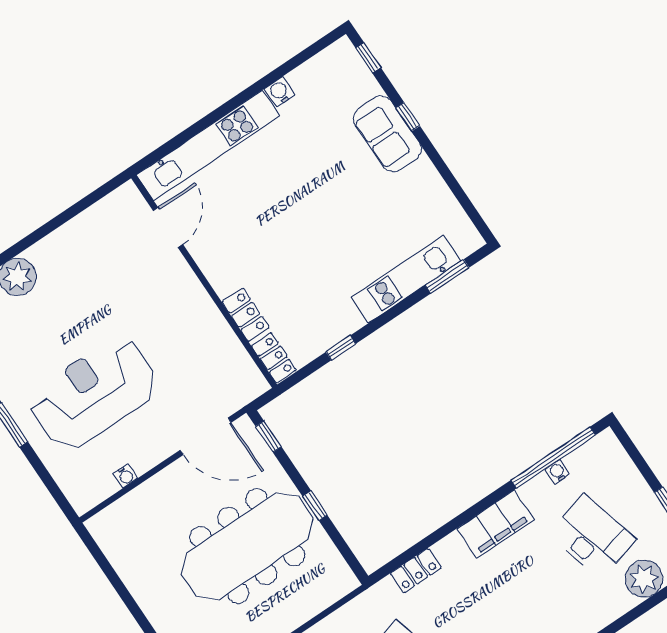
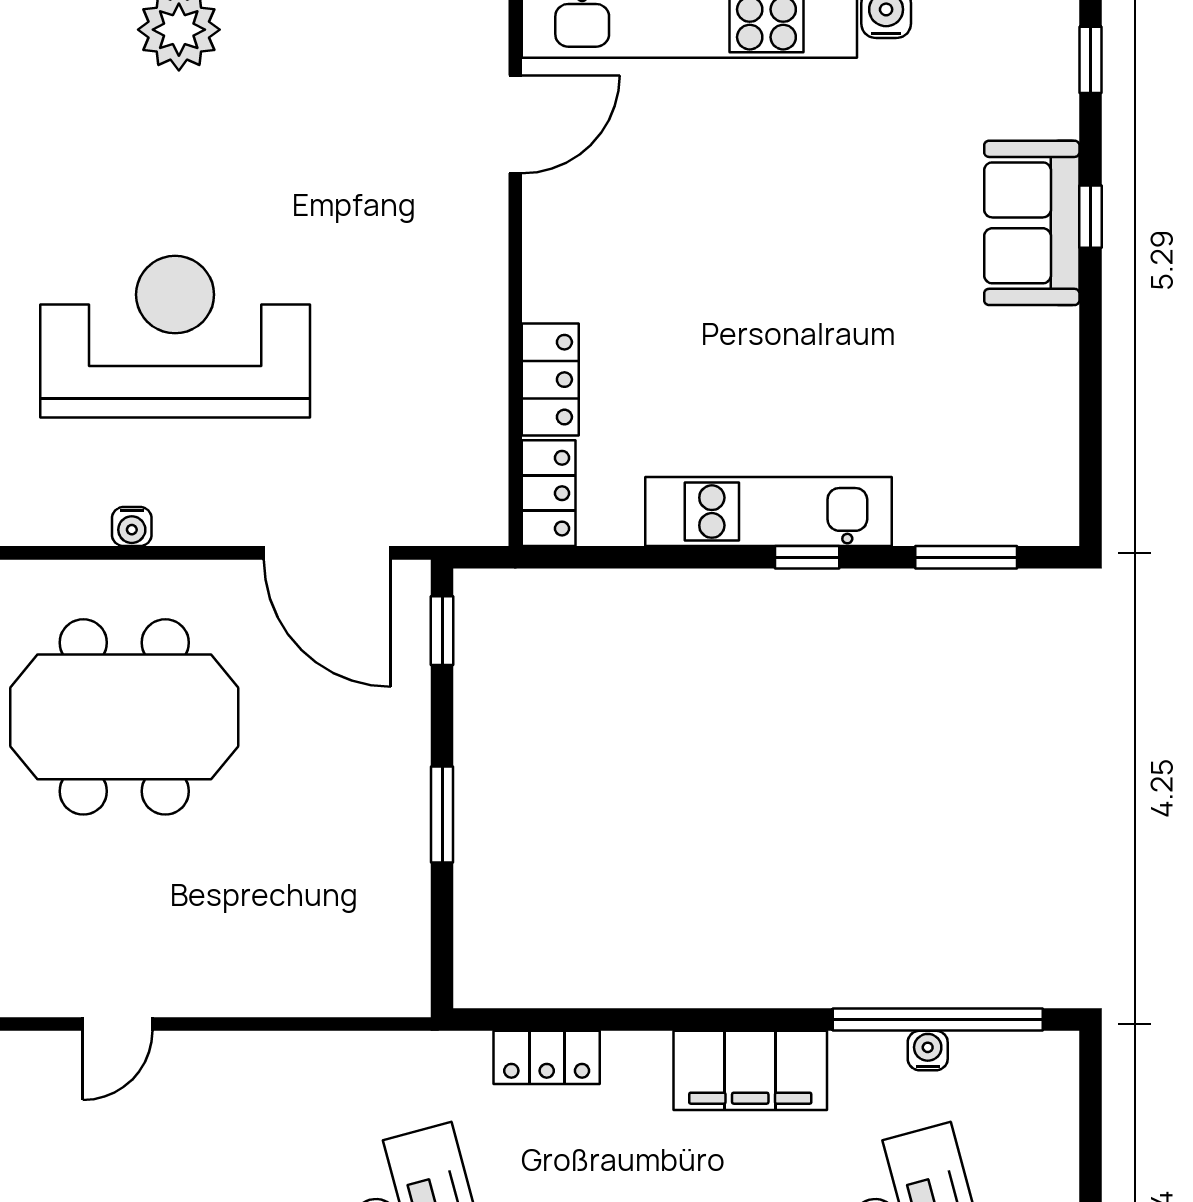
kitchen unit: (406, 279) -> (768, 512), moved
window: (341, 348) -> (807, 557), moved
window: (315, 506) -> (442, 814), width x1.50
meeting table: (247, 546) -> (124, 717), moved, width x0.73

